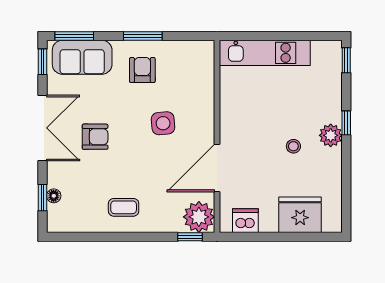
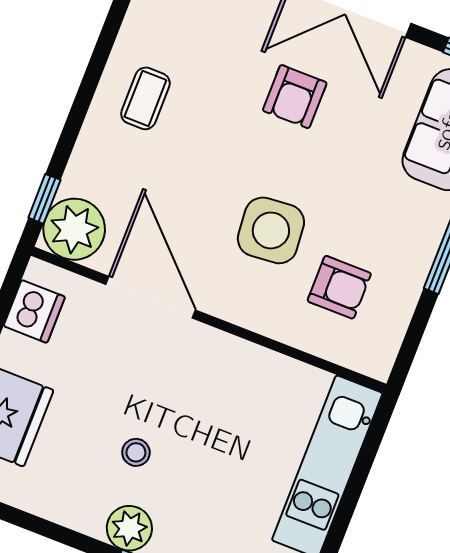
armchair: (142, 70) -> (339, 287), moved
side table: (163, 123) -> (271, 230), width x1.37, depth x1.37

